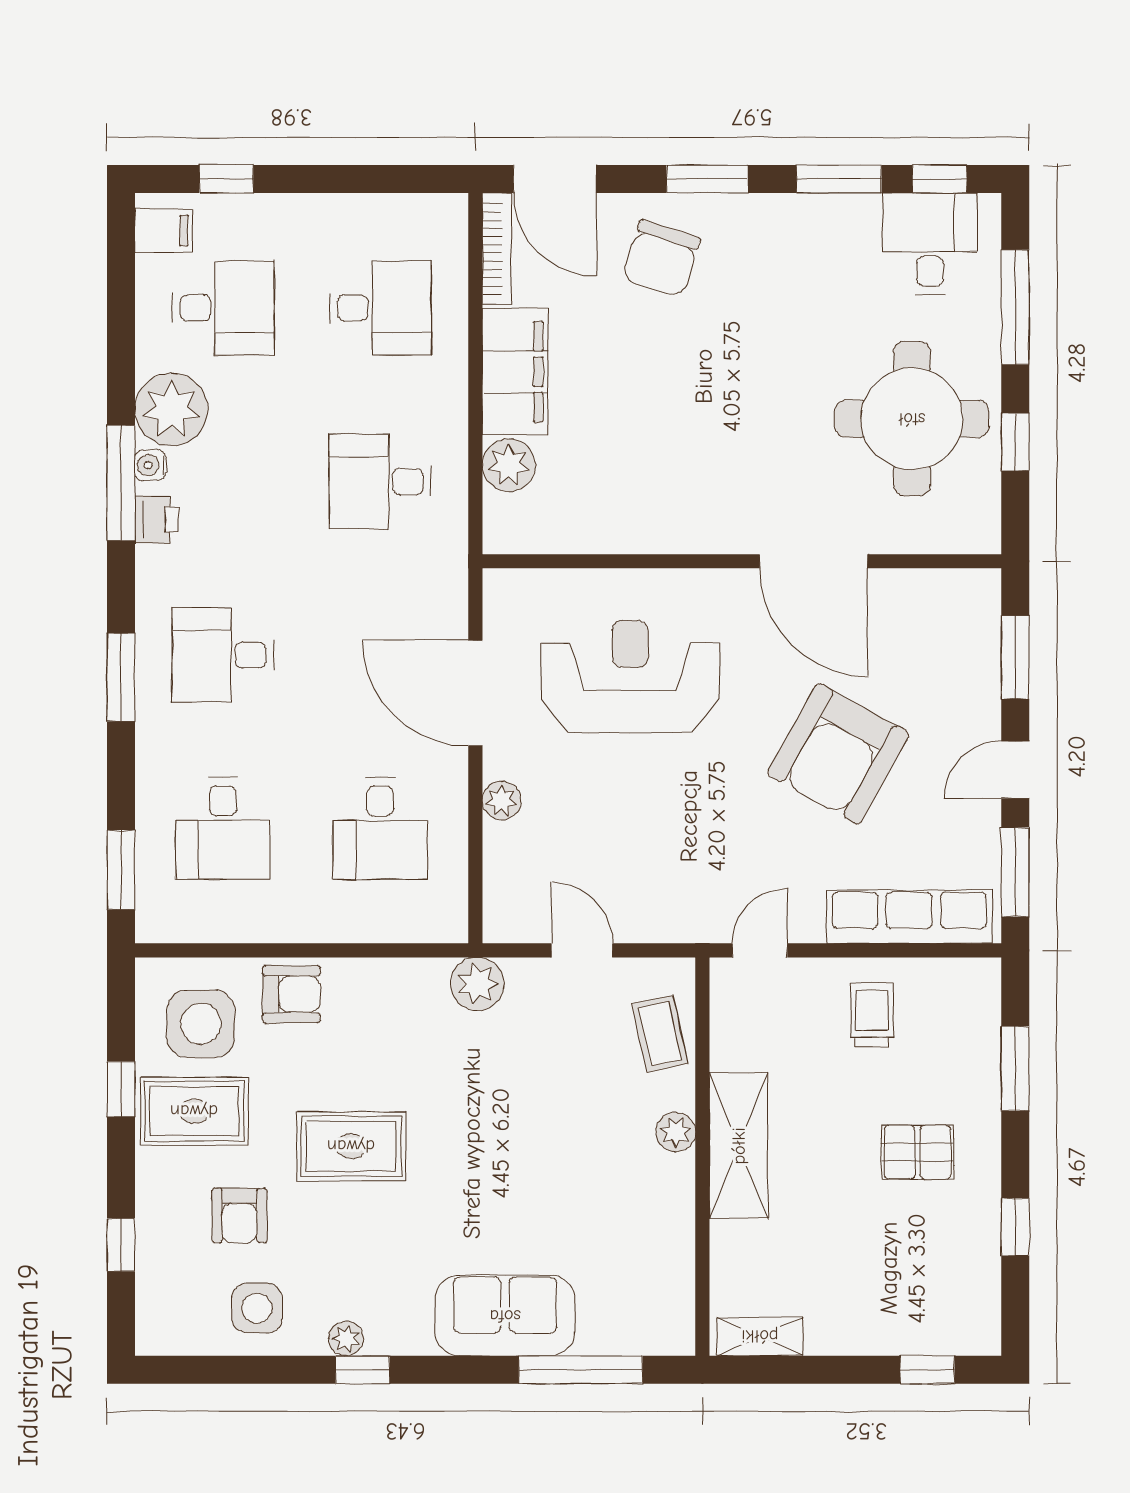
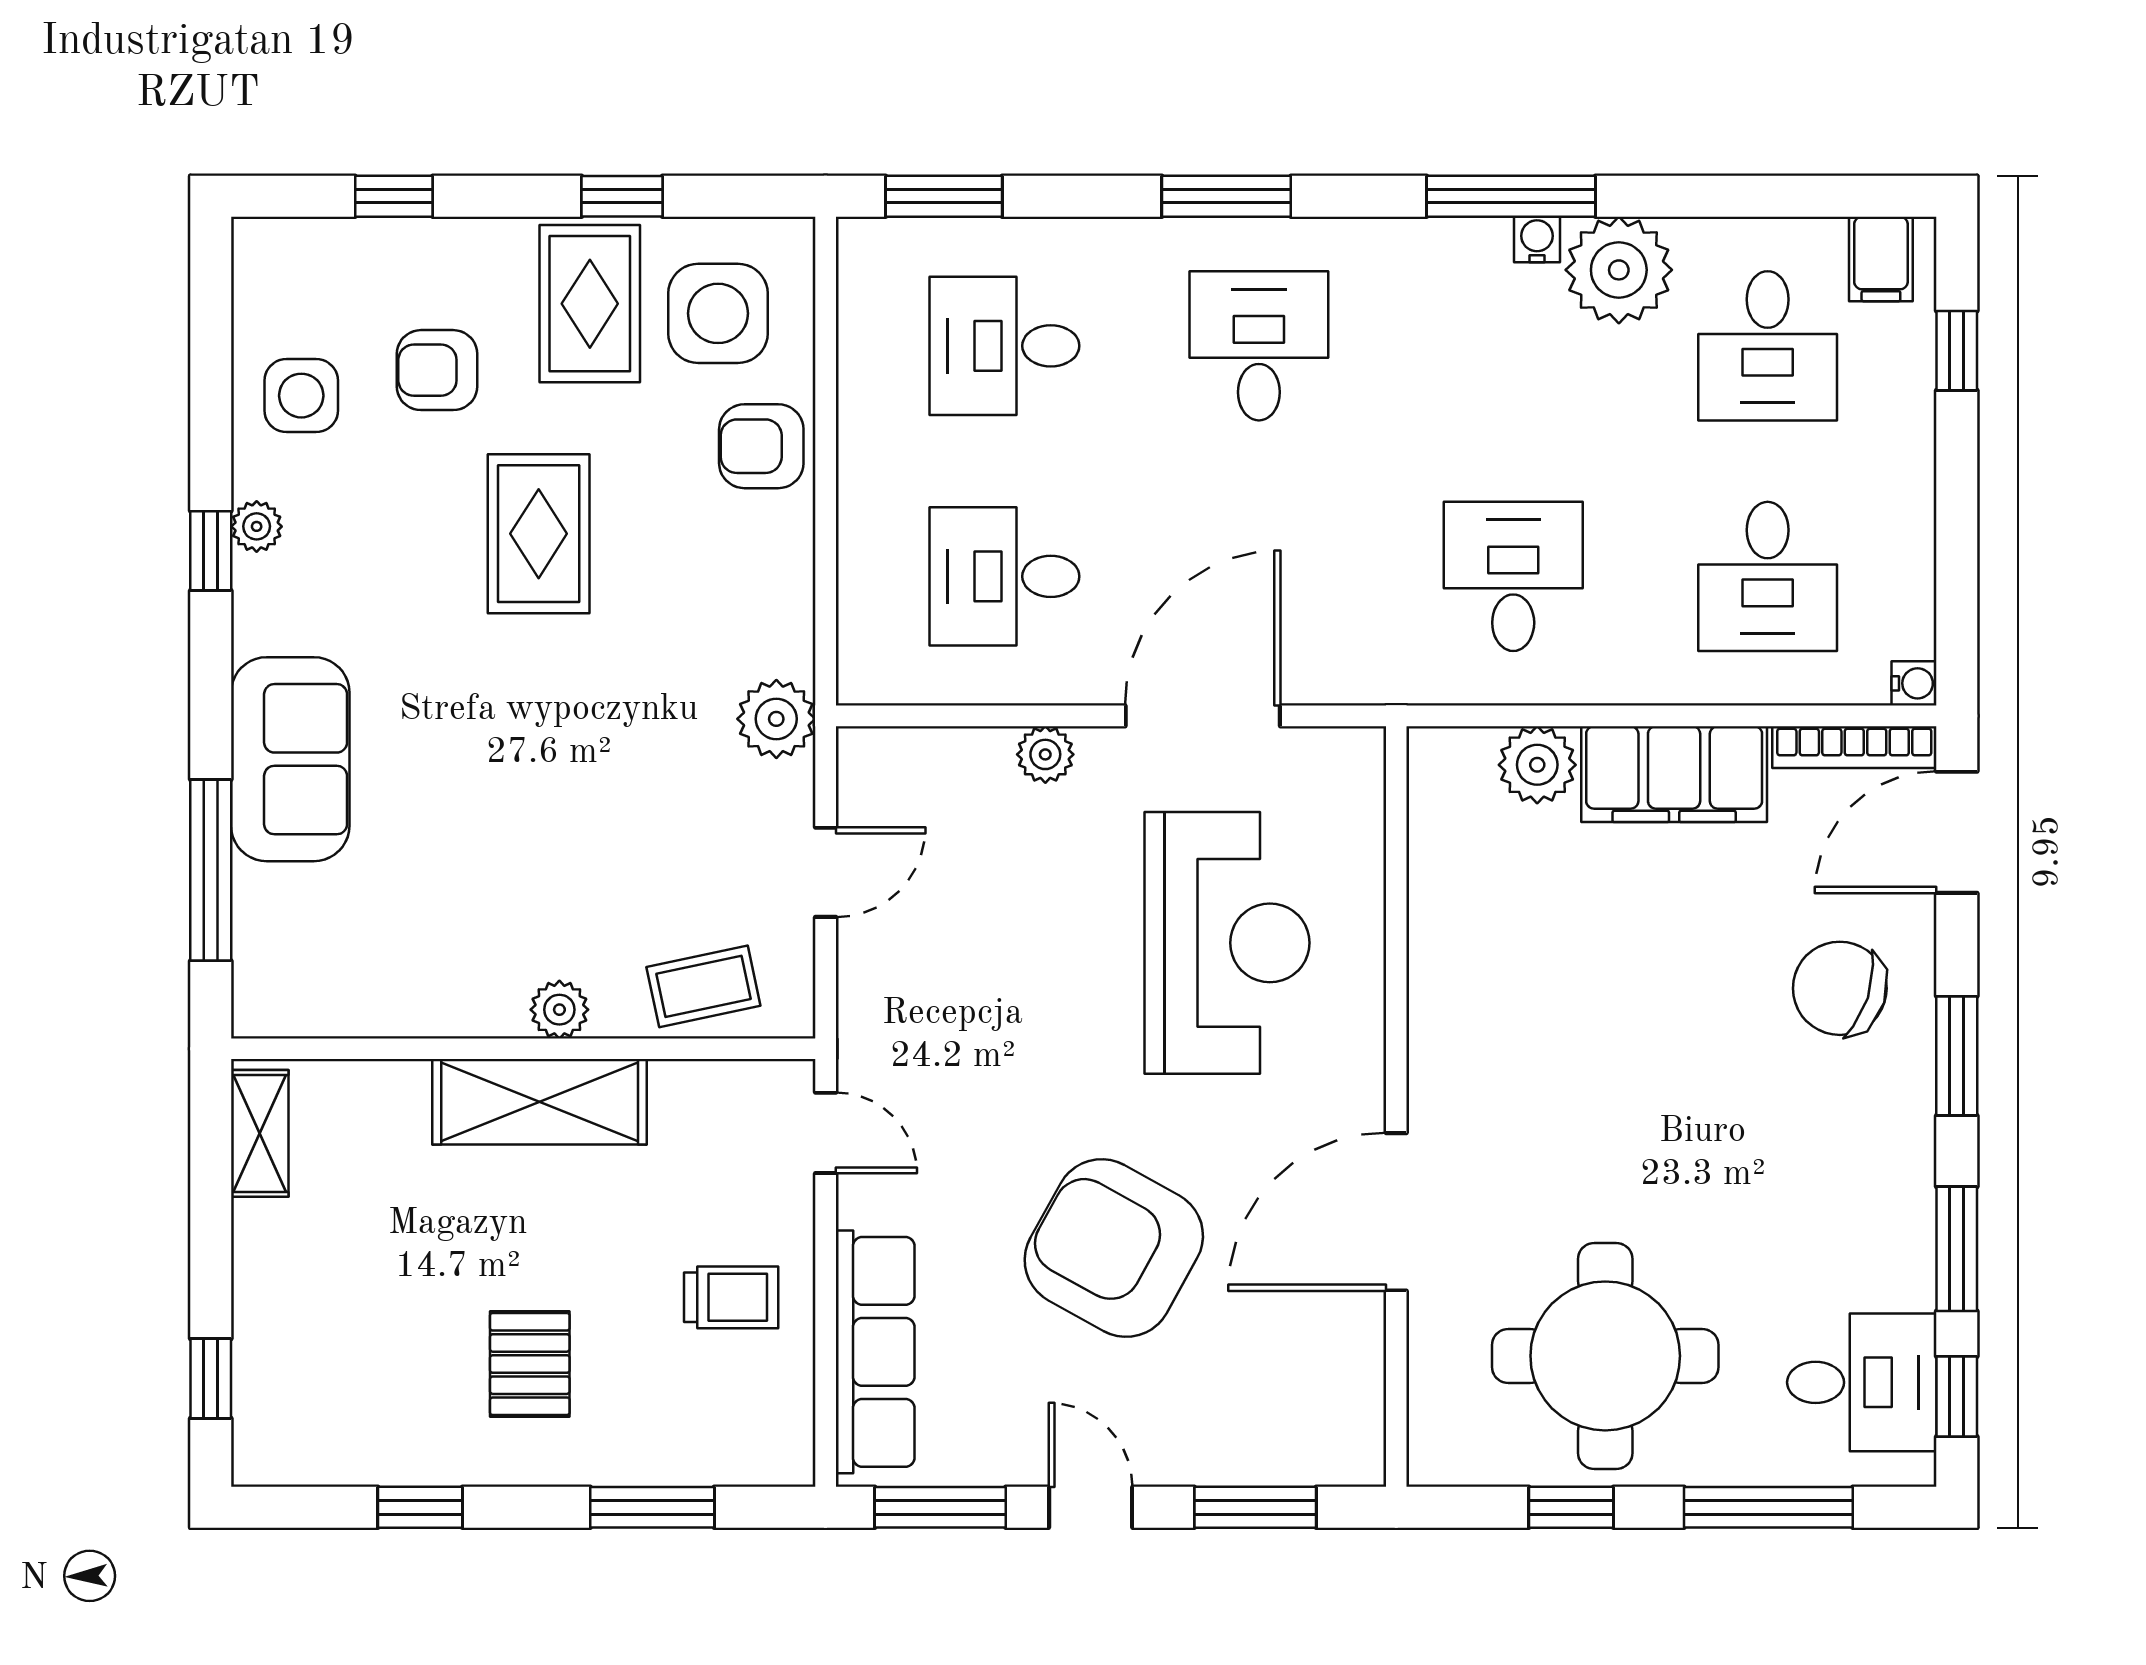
water cooler: (453, 208) -> (1914, 683), added
printer: (157, 519) -> (1458, 248), removed
armchair: (291, 994) -> (761, 446), turned 90

